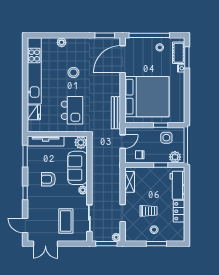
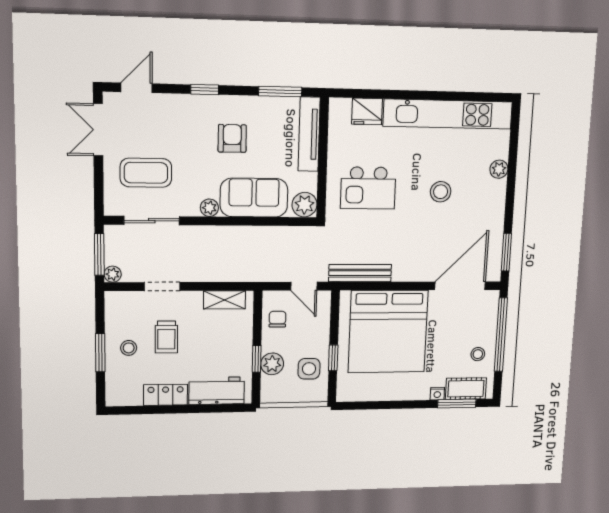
door: (123, 59) -> (460, 286), hinge flipped
plant: (175, 157) -> (272, 364), moved

